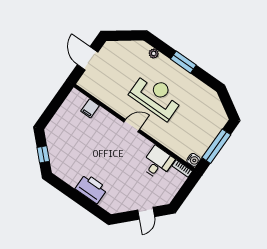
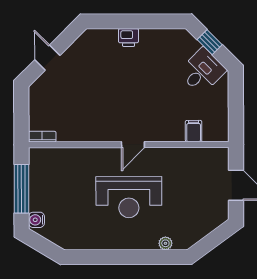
window: (183, 62) -> (125, 257), removed
water cooler: (194, 160) -> (36, 220), moved
desk: (158, 163) -> (202, 71), moved, turned -135
printer: (91, 189) -> (129, 38), width x0.53, depth x0.68

